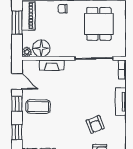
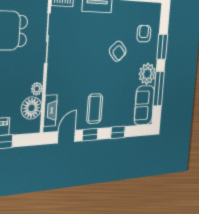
plant: (27, 52) -> (37, 89), moved
fireplace: (52, 65) -> (50, 111), moved
armchair: (95, 124) -> (118, 51), moved, turned 69

